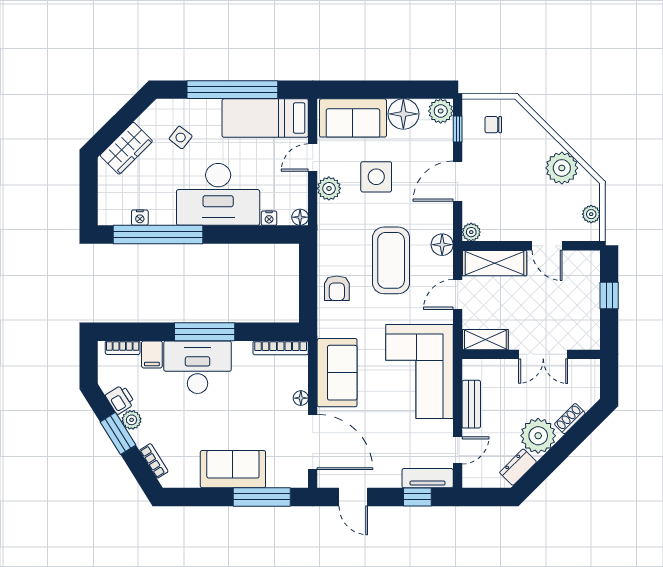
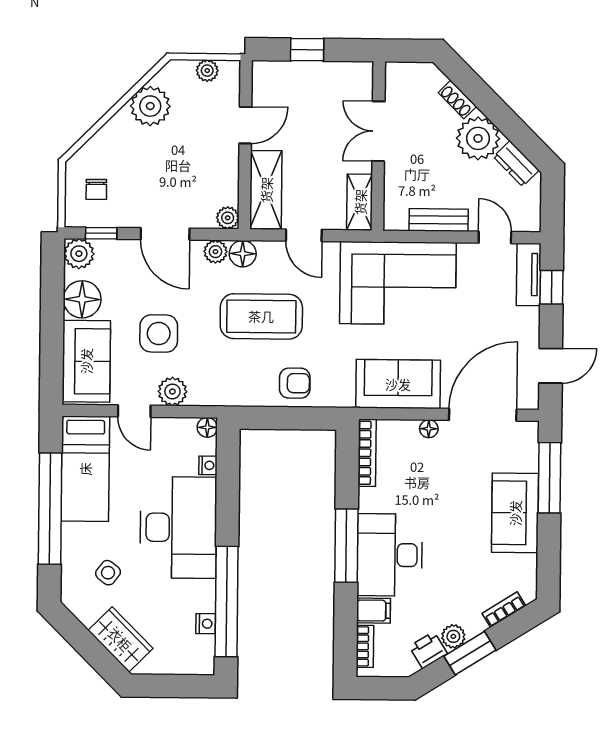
plant: (444, 222) -> (215, 252), added
double door: (543, 354) -> (378, 131), swing flipped

